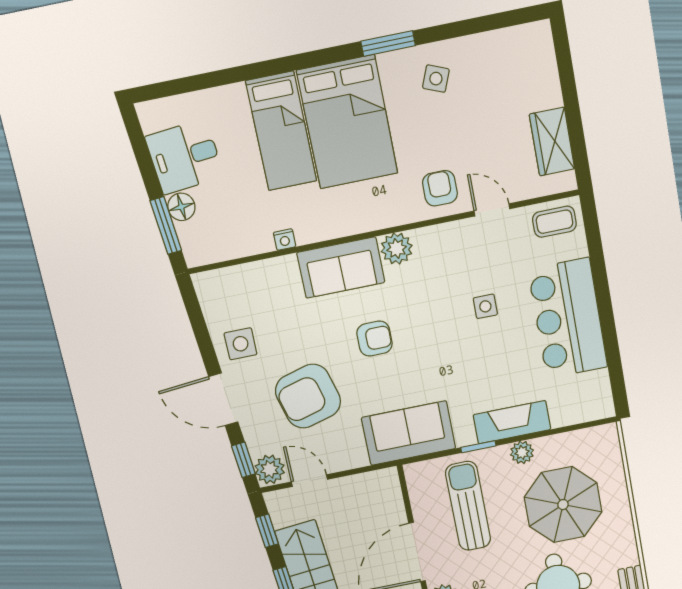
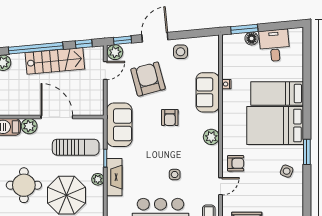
sofa: (341, 268) -> (208, 92), moved

